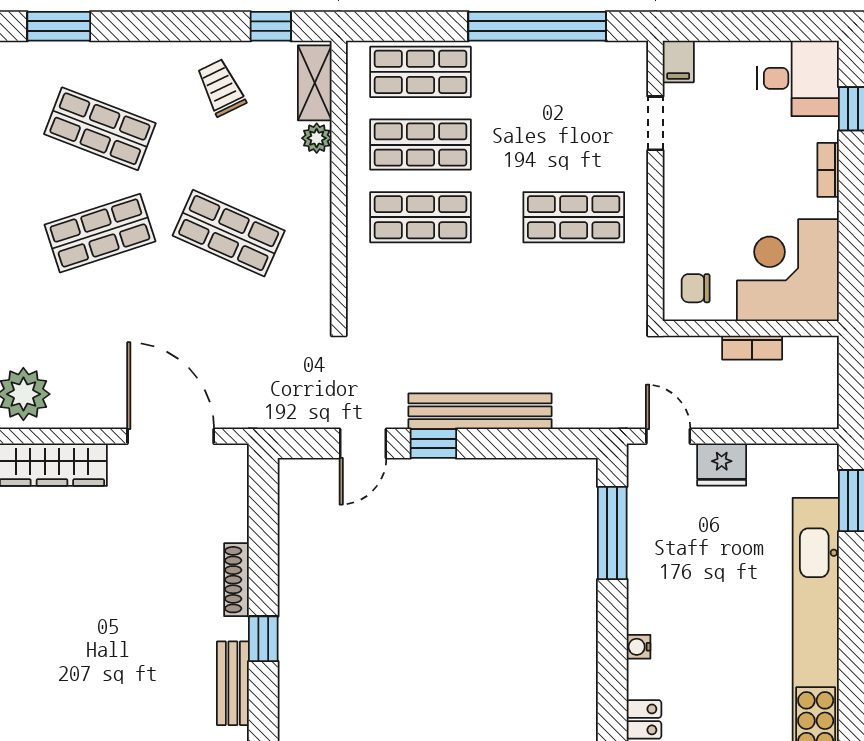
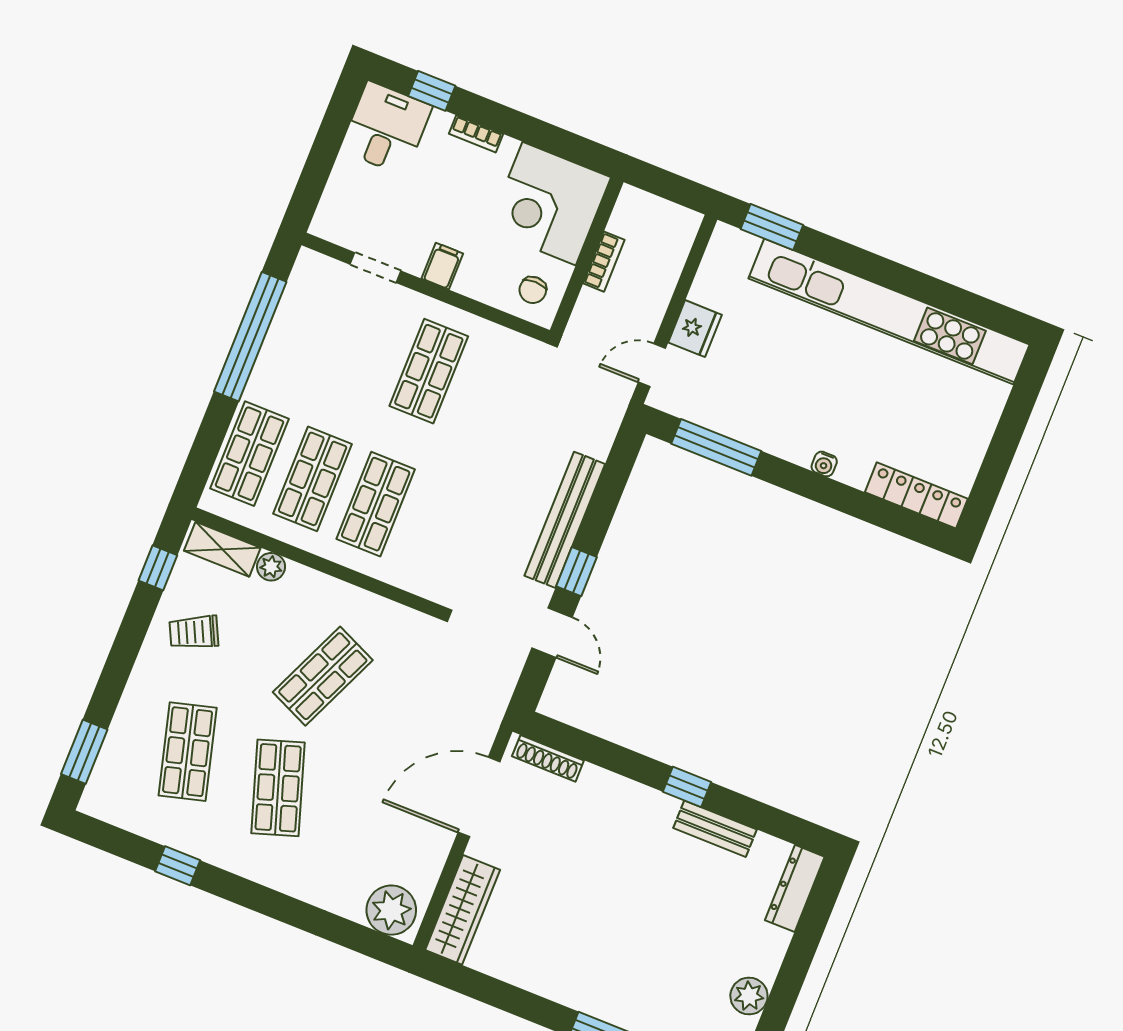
filing cabinet: (678, 61) -> (442, 266), moved, turned -90
shop shelf: (100, 129) -> (188, 752), turned -36
shoe rack: (236, 580) -> (548, 758), moved

